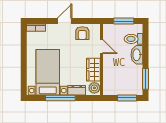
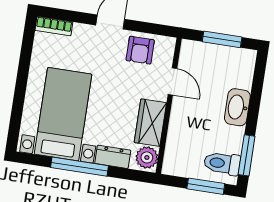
toilet: (134, 39) -> (222, 163), moved

